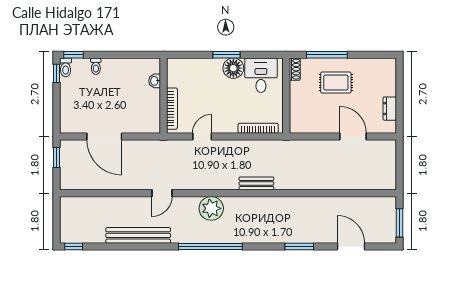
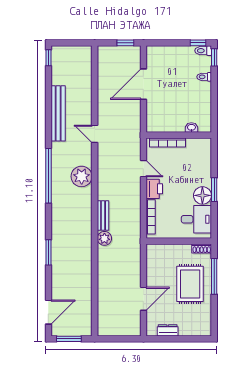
rug: (336, 82) -> (190, 284), width x1.36, depth x1.43
printer: (226, 124) -> (154, 189), added
plant: (283, 182) -> (104, 238), added
door: (351, 247) -> (48, 312), moved

